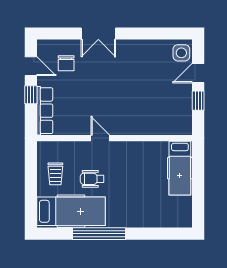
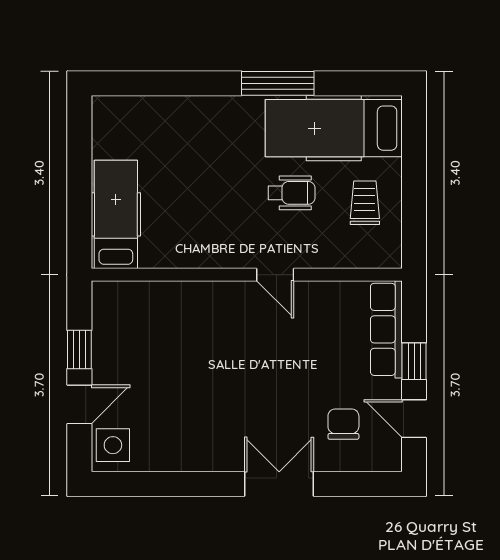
window: (99, 234) -> (278, 83), width x0.68

